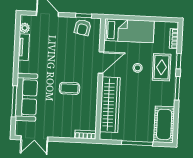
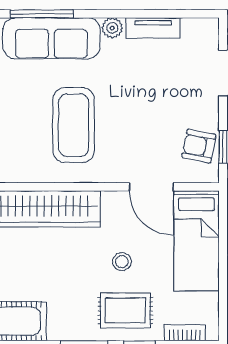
plant: (25, 28) -> (112, 28), moved
door: (101, 63) -> (151, 187), moved
coffee table: (69, 88) -> (74, 125), width x1.86, depth x1.72

